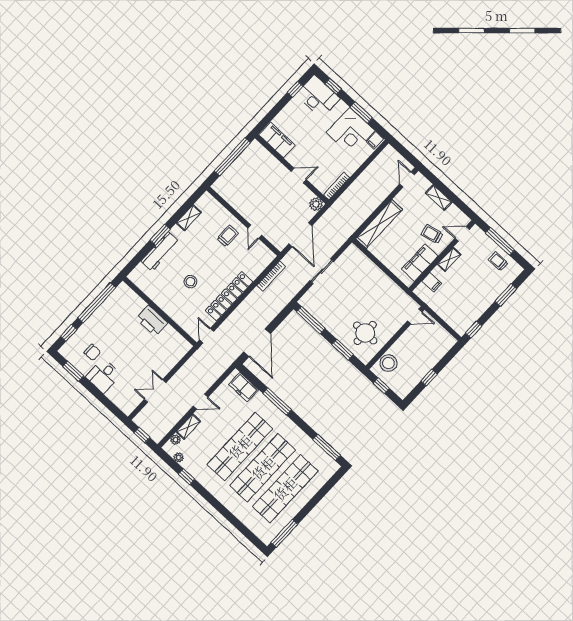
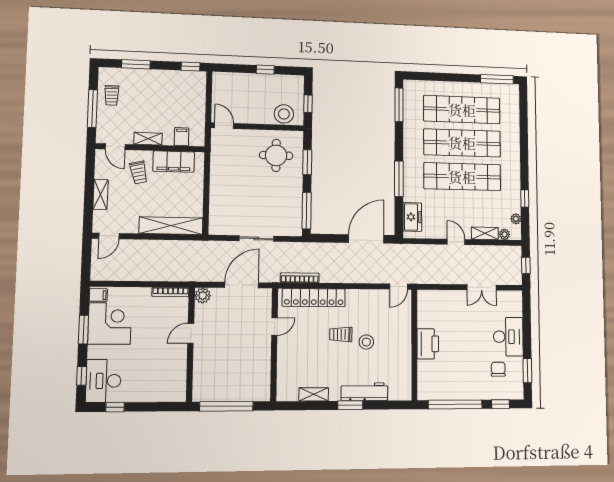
filing cabinet: (277, 140) -> (176, 381), removed
door: (299, 176) -> (191, 333), hinge flipped
trolley: (228, 236) -> (341, 334), moved
locker: (229, 296) -> (314, 298), moved
desk: (103, 376) -> (508, 337), width x1.37

